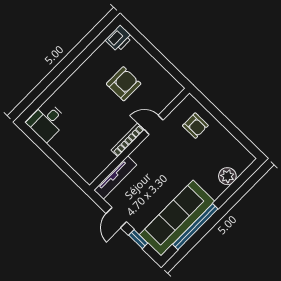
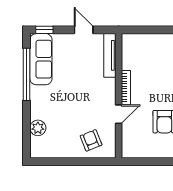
armchair: (195, 126) -> (91, 140), turned 68
sofa: (177, 218) -> (41, 59), width x0.74, depth x0.79
window: (138, 239) -> (44, 30), moved

